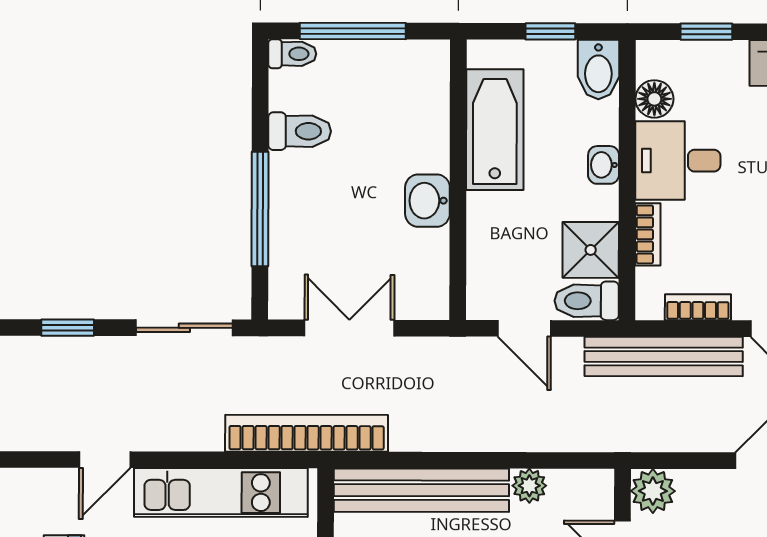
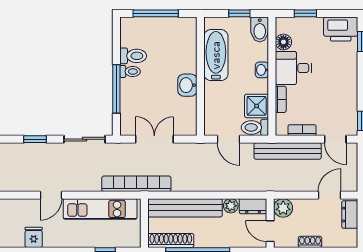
toilet: (292, 54) -> (130, 71), moved
dresser: (582, 487) -> (253, 206), added

